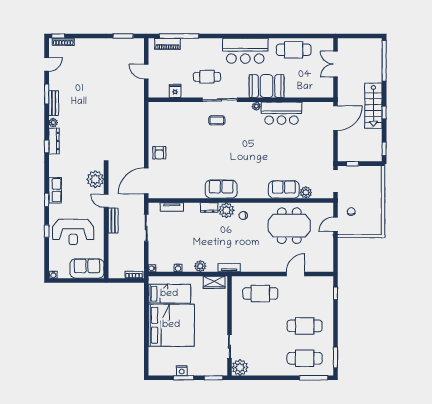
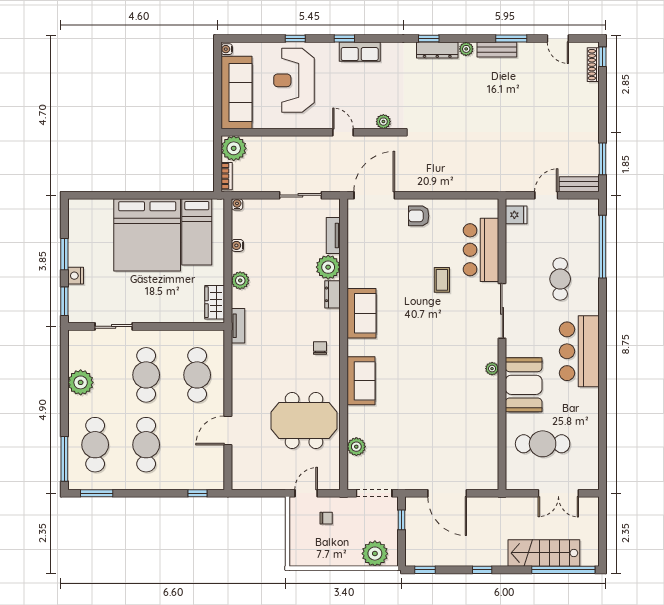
piano: (167, 44) -> (590, 229), removed
cafe table: (294, 50) -> (543, 444), moved, turned 90
double door: (335, 64) -> (558, 493), swing flipped
cafe table: (207, 77) -> (560, 279), moved
fridge: (175, 91) -> (516, 215), moved
stairs: (373, 106) -> (544, 553), moved
bar counter: (281, 113) -> (481, 250), moved
door: (335, 118) -> (447, 493), moved
coffee table: (217, 120) -> (442, 280), moved
plant: (95, 179) -> (383, 122), width x0.53, depth x0.53
door: (146, 181) -> (374, 195), hinge flipped
plant: (374, 181) -> (375, 554), added
sofa: (284, 189) -> (361, 381), moved
door: (106, 201) -> (343, 132), hinge flipped
plant: (226, 210) -> (328, 267), moved
bench: (113, 220) -> (579, 184), moved
door: (335, 224) -> (306, 493), hinge flipped
meeting table: (289, 226) -> (304, 421), turned 90
sofa: (87, 268) -> (237, 92), width x1.36
plant: (116, 270) -> (234, 148), added
door: (296, 274) -> (228, 430), swing flipped
cafe table: (260, 326) -> (146, 375), added
plant: (240, 368) -> (81, 382), moved
nightstand: (182, 371) -> (76, 276), moved

